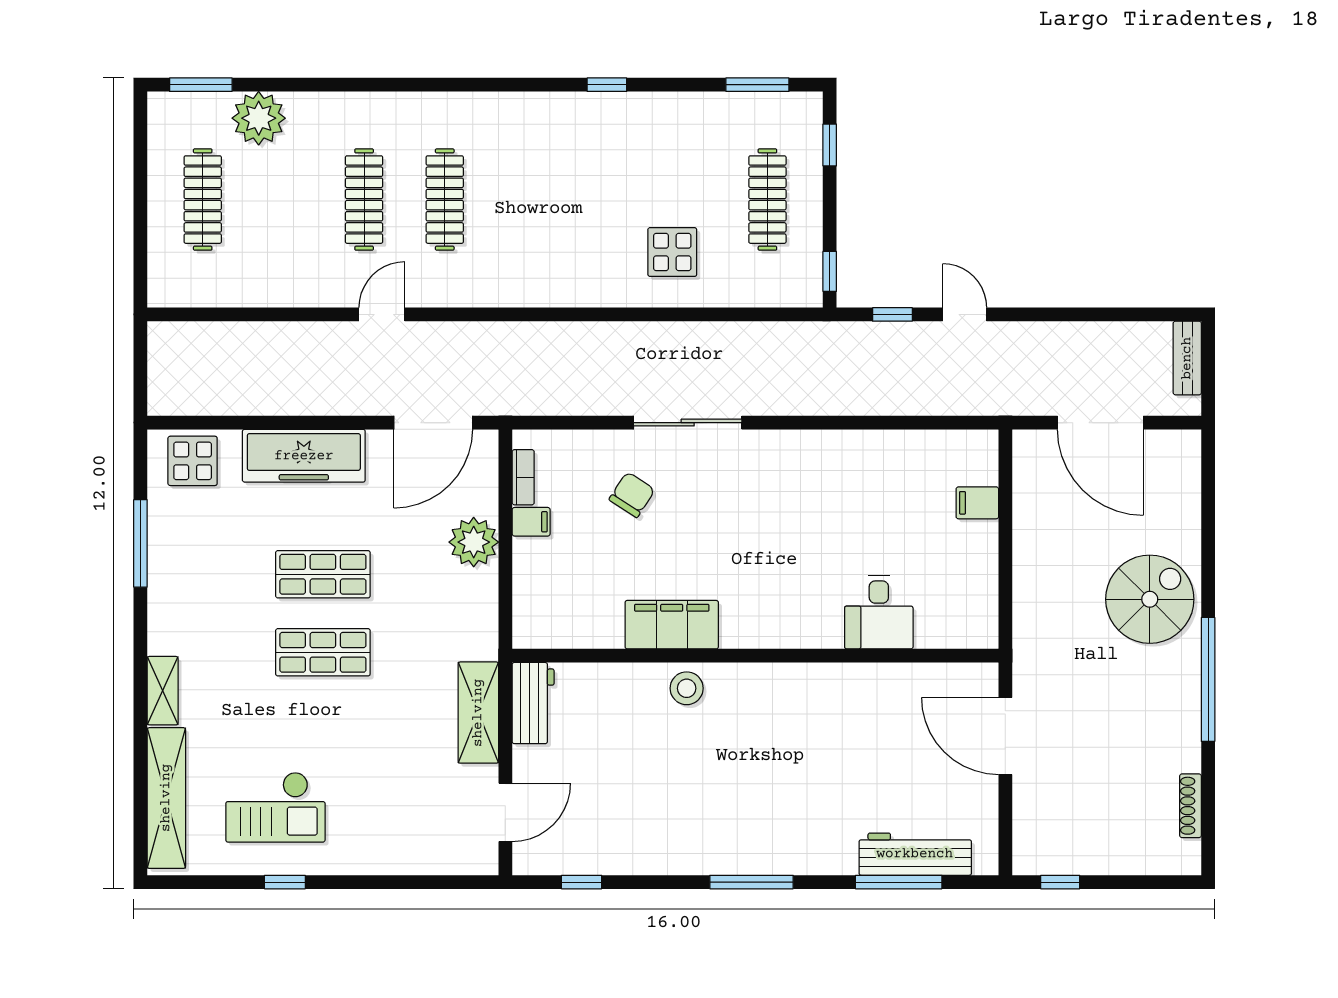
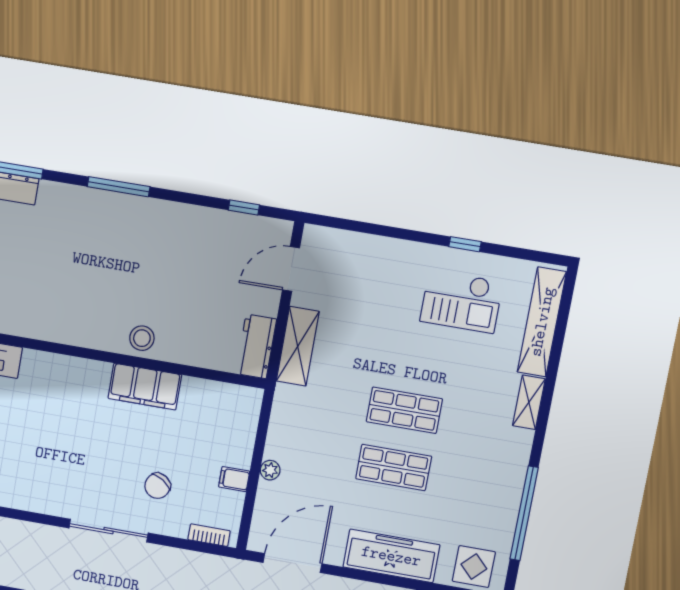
bookcase: (523, 477) -> (209, 535), moved, turned 90
plant: (474, 542) -> (270, 470), width x0.53, depth x0.53
window: (140, 543) -> (524, 513), width x1.46
checkout: (275, 807) -> (461, 302), turned 180

